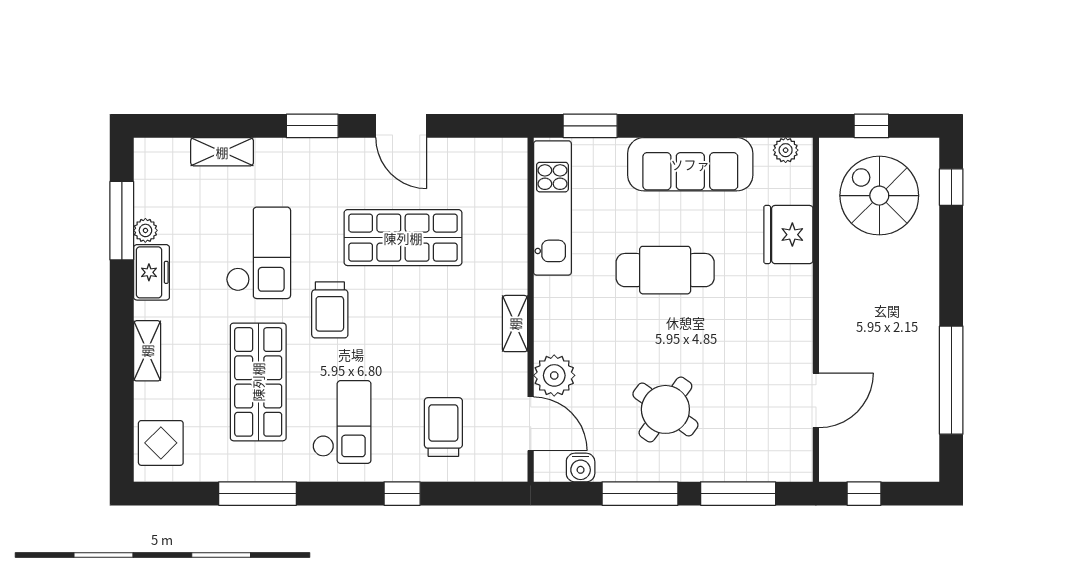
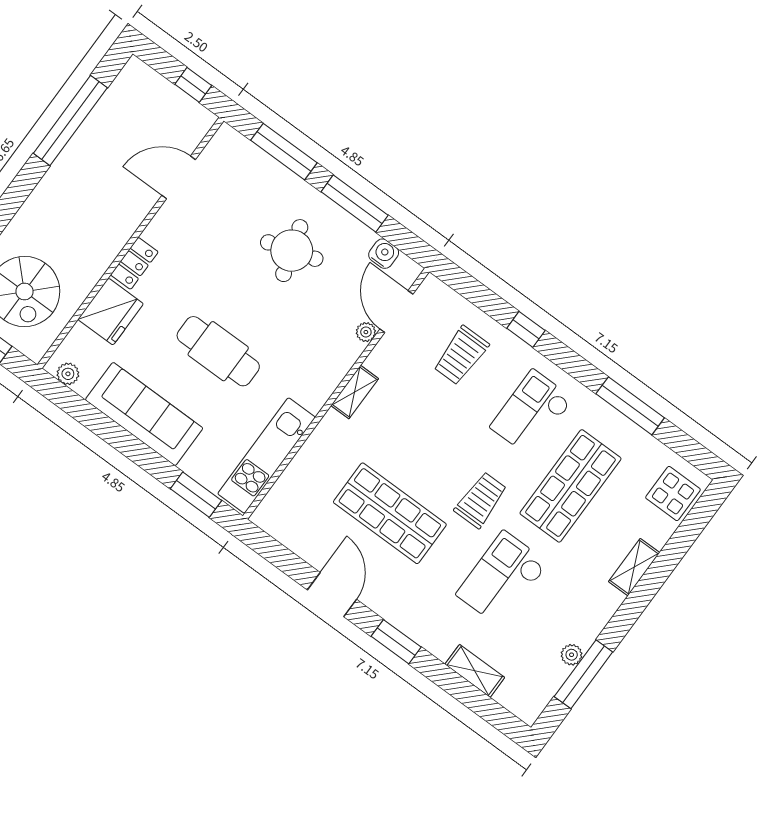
freezer: (152, 272) -> (589, 621), removed
locker: (799, 294) -> (134, 263), added
plant: (554, 375) -> (366, 332), width x0.53, depth x0.53
round table: (665, 409) -> (292, 251), turned 37

